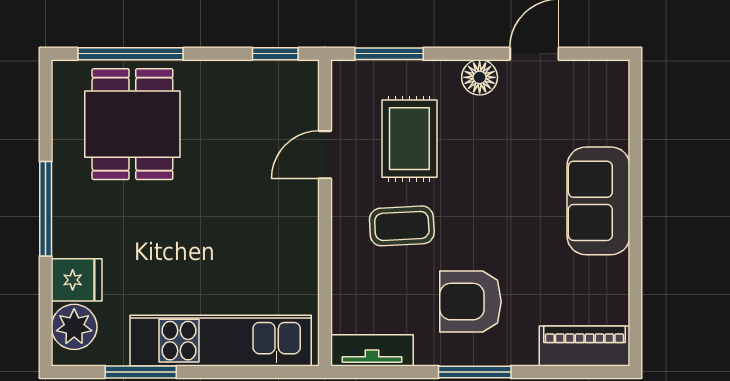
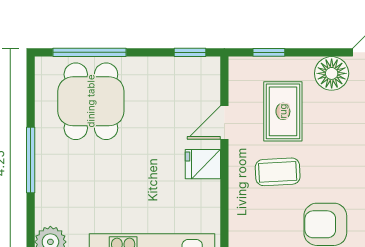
window: (389, 54) -> (269, 52), width x0.67
floor lamp: (480, 77) -> (332, 73), width x1.38, depth x1.38
fridge: (77, 280) -> (203, 164), moved, turned 180

